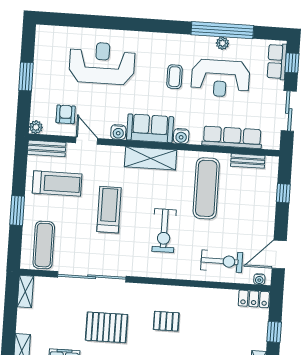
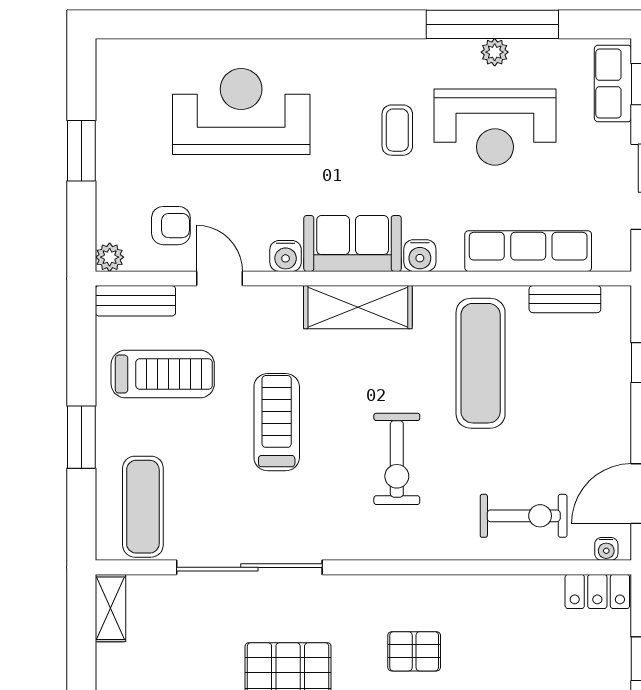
armchair: (66, 114) -> (171, 226), turned 90

